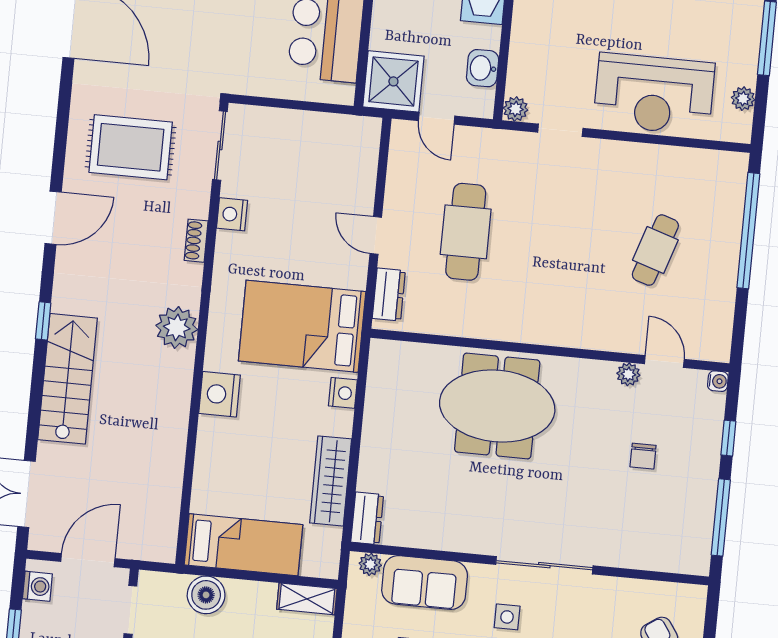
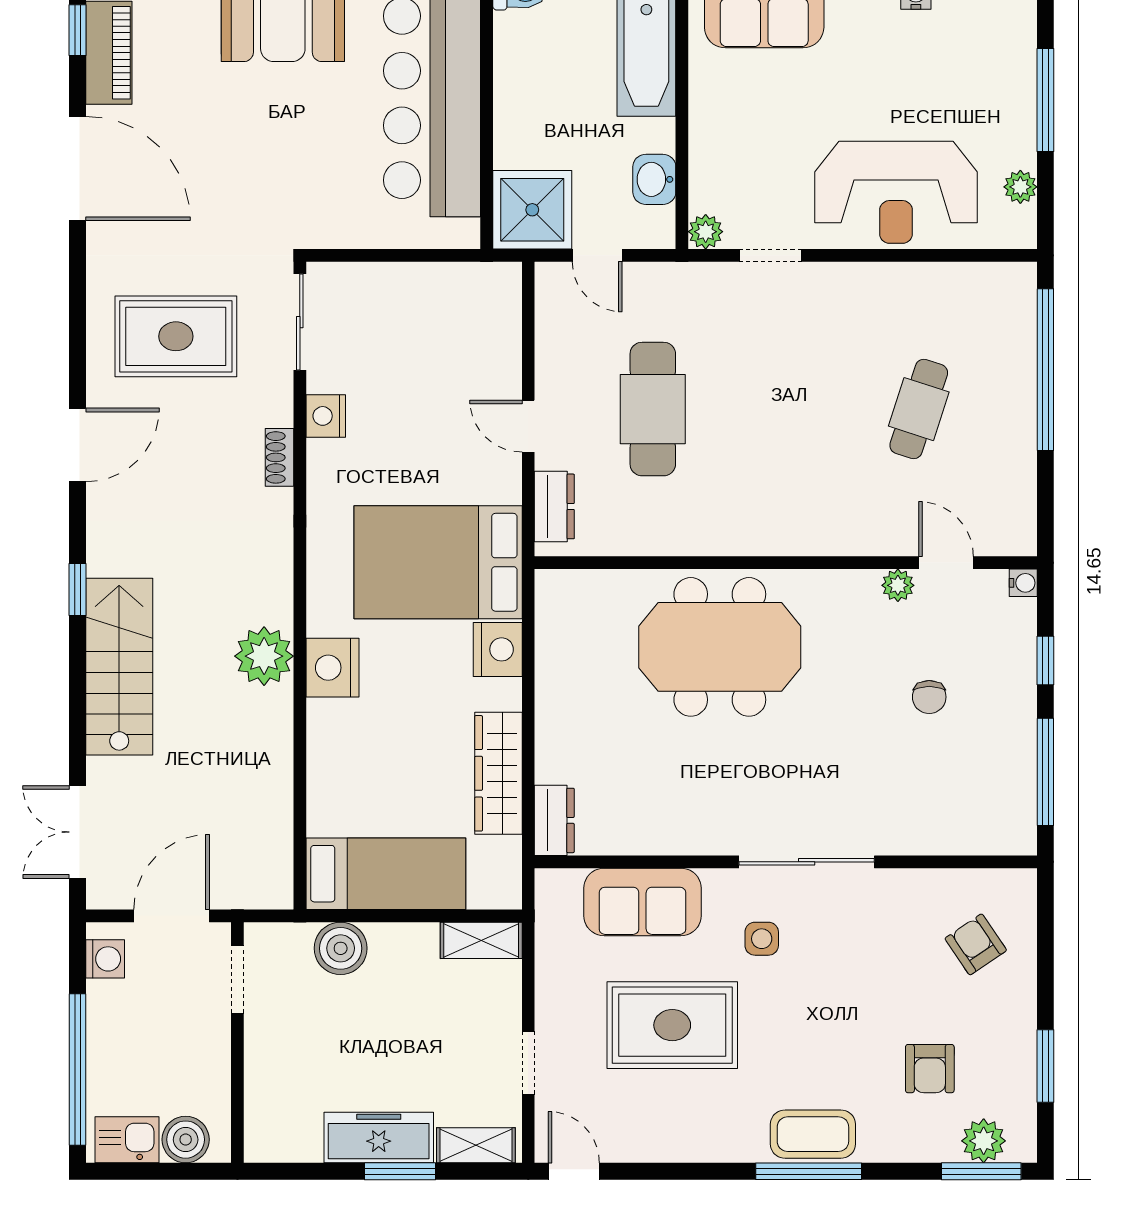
plant: (177, 327) -> (264, 656), moved
nightstand: (343, 393) -> (498, 649), width x1.36, depth x1.33
plant: (370, 564) -> (565, 884), removed

